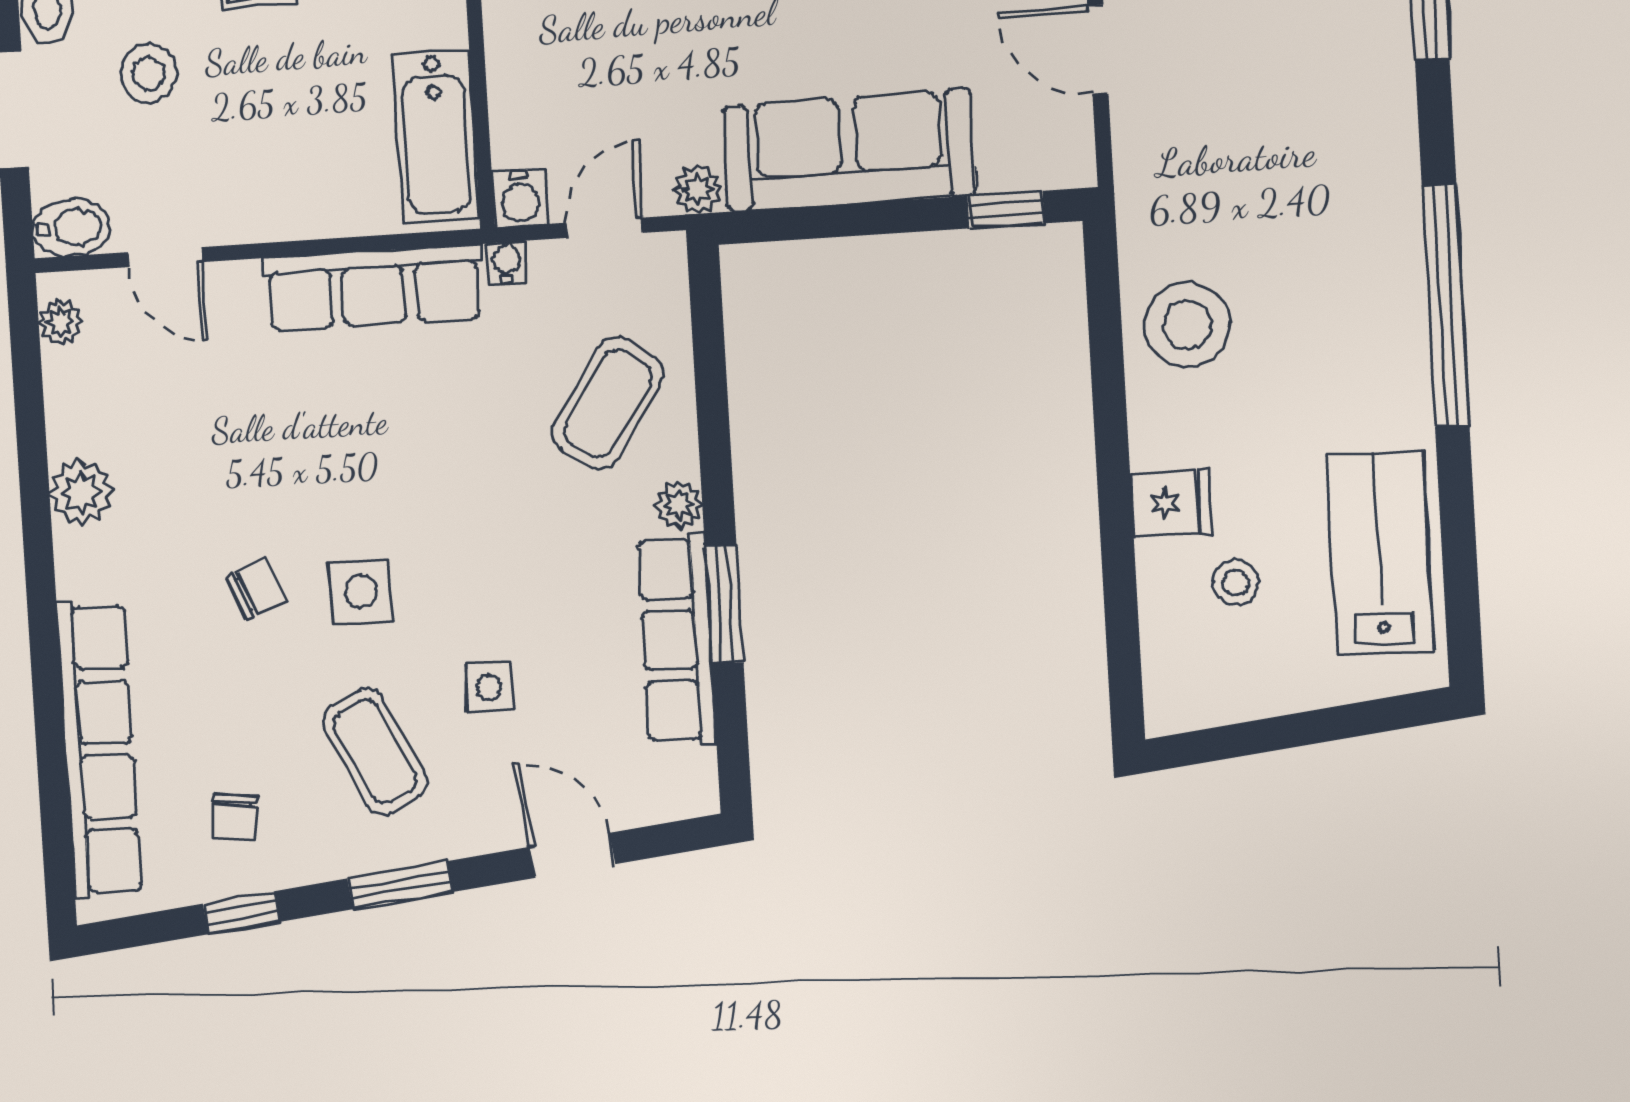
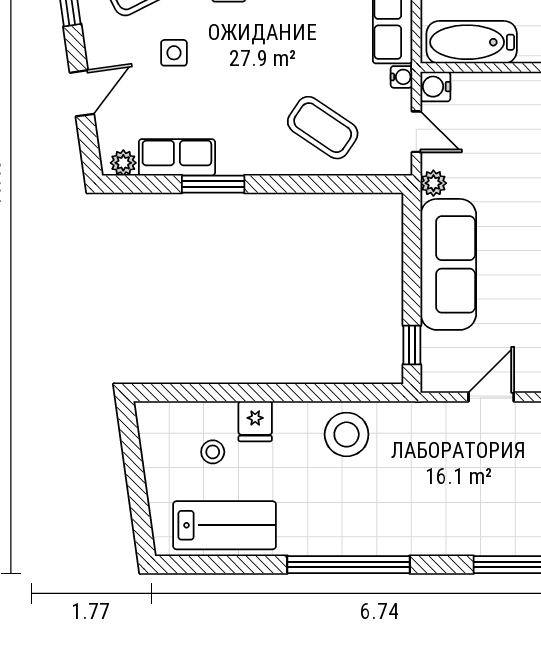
plant: (679, 505) -> (123, 163), moved
row of seats: (677, 640) -> (177, 157), width x0.68

